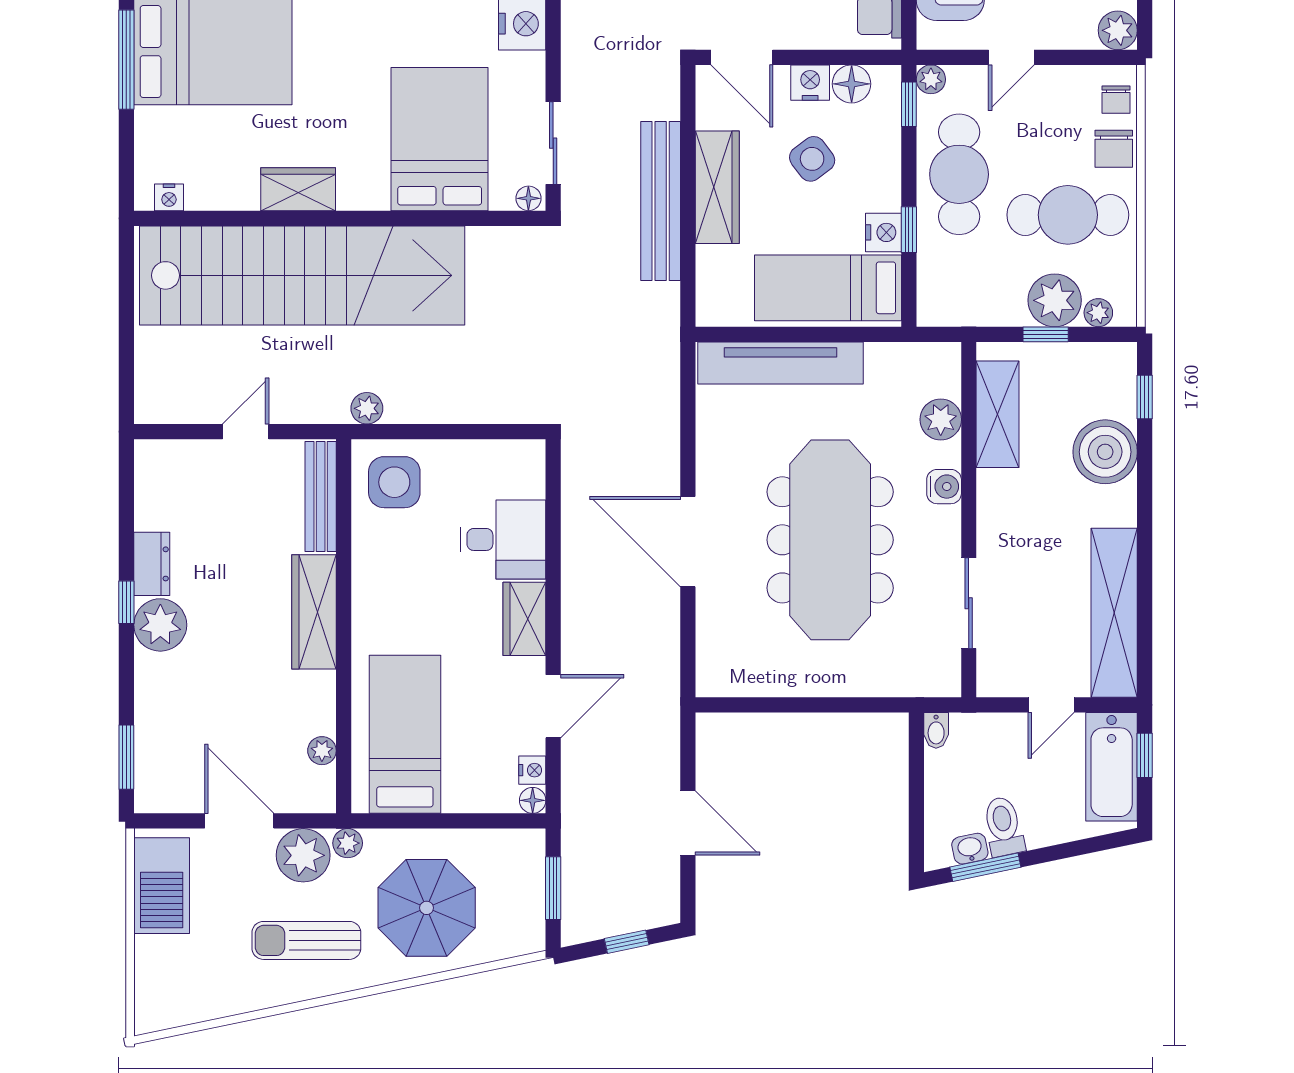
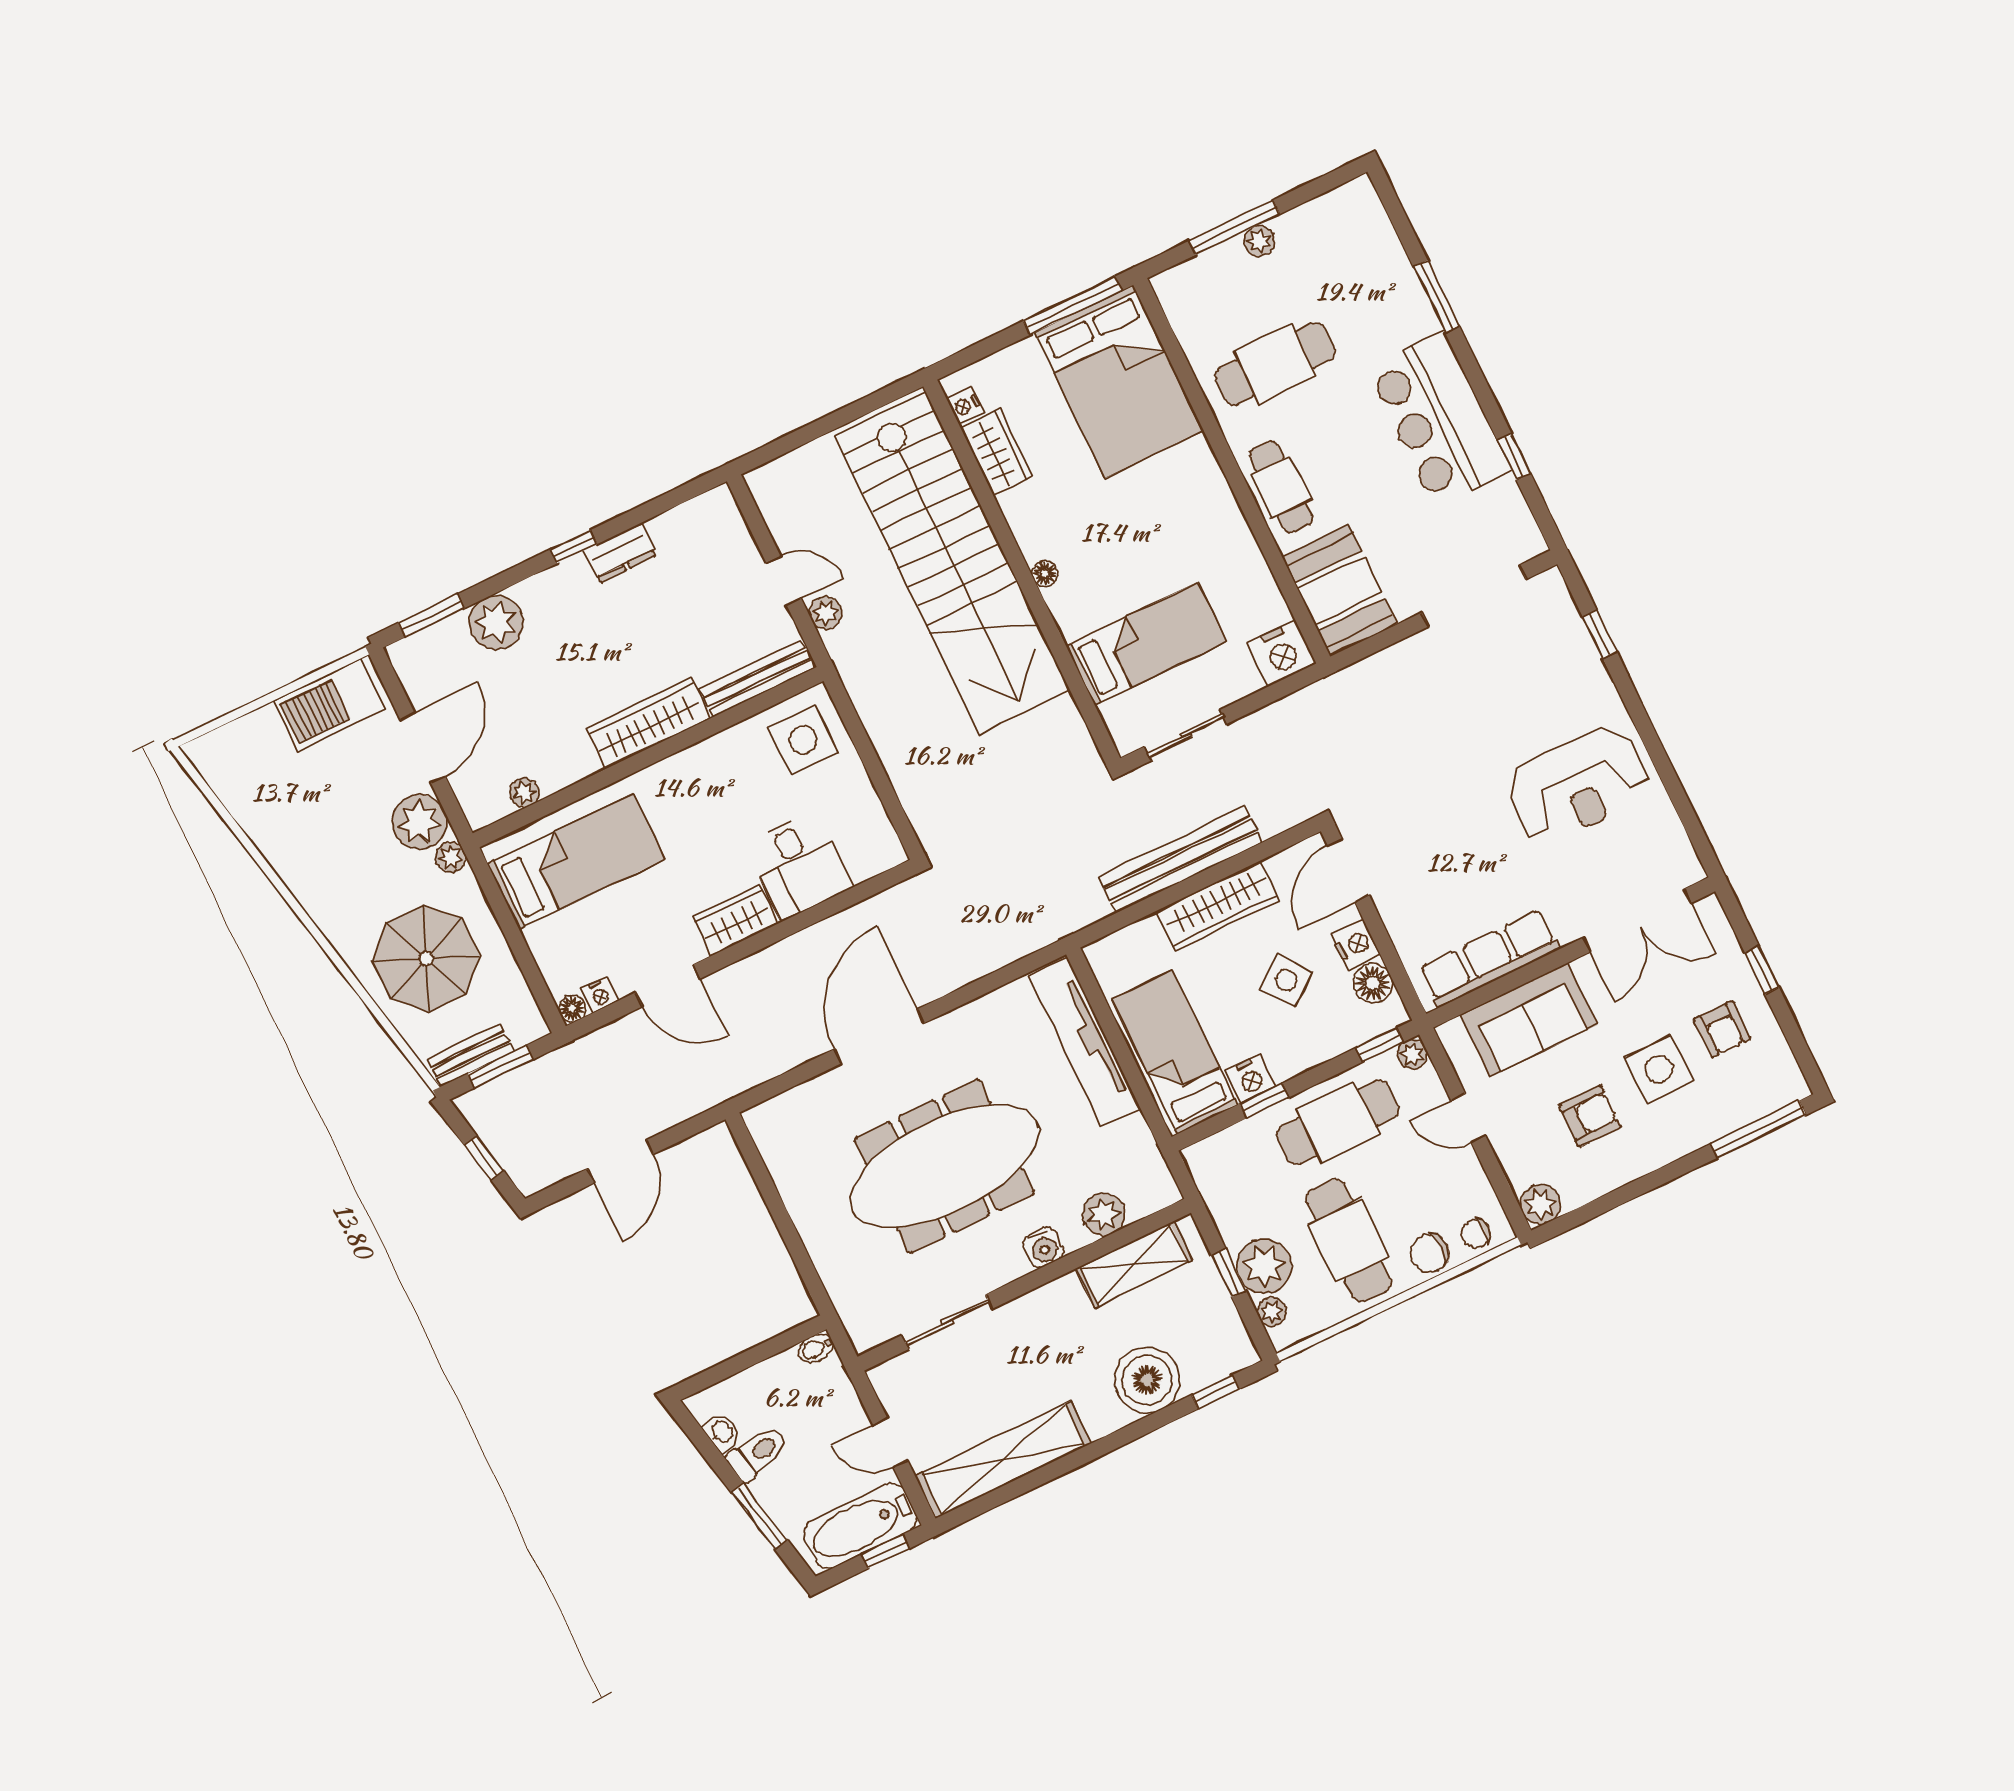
bed: (440, 139) -> (1146, 644), width x0.67
wardrobe: (298, 189) -> (997, 452), moved
floor lamp: (528, 198) -> (1045, 574), moved
plant: (367, 408) -> (826, 613), moved
plant: (160, 625) -> (496, 623), moved
window: (985, 867) -> (759, 1516), moved
bench: (531, 910) -> (471, 1055), added
sun lounger: (306, 940) -> (343, 863), removed

